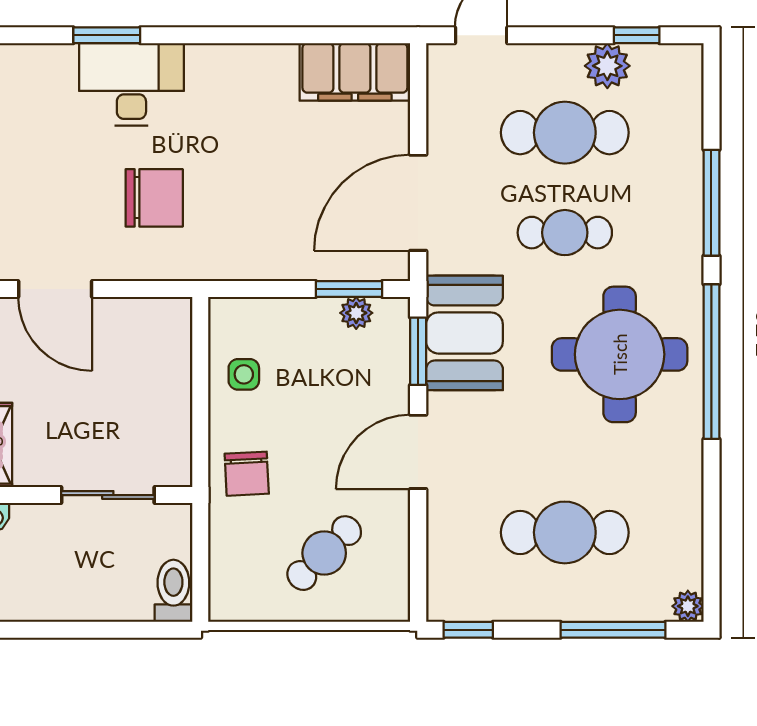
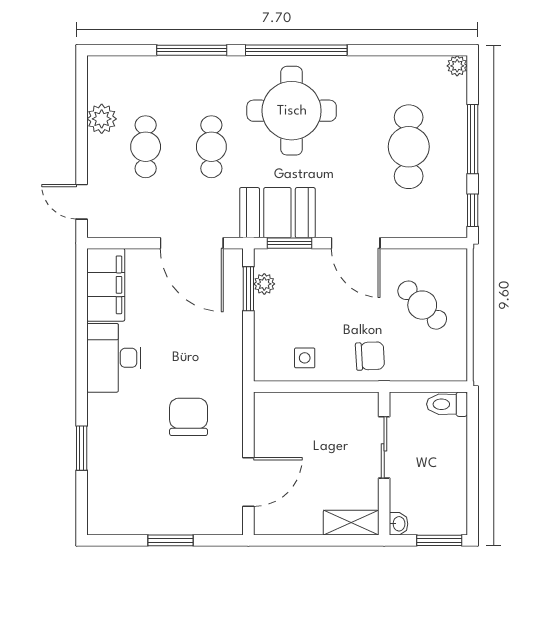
window: (637, 35) -> (82, 99), removed
desk: (131, 84) -> (114, 358), moved
cafe table: (565, 133) -> (146, 147), width x0.73, depth x0.74
window: (613, 630) -> (473, 139), moved

